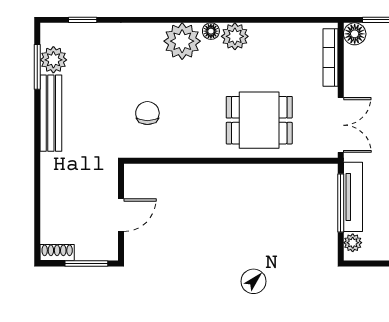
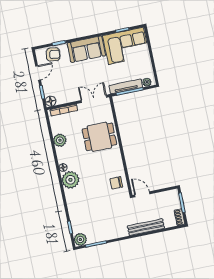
plant: (235, 36) -> (60, 140), moved
plant: (53, 60) -> (80, 239), moved
bench: (51, 113) -> (146, 227), moved
chair: (147, 113) -> (116, 183), moved
dining table: (259, 120) -> (99, 137), turned 90
door: (121, 215) -> (142, 194), moved

